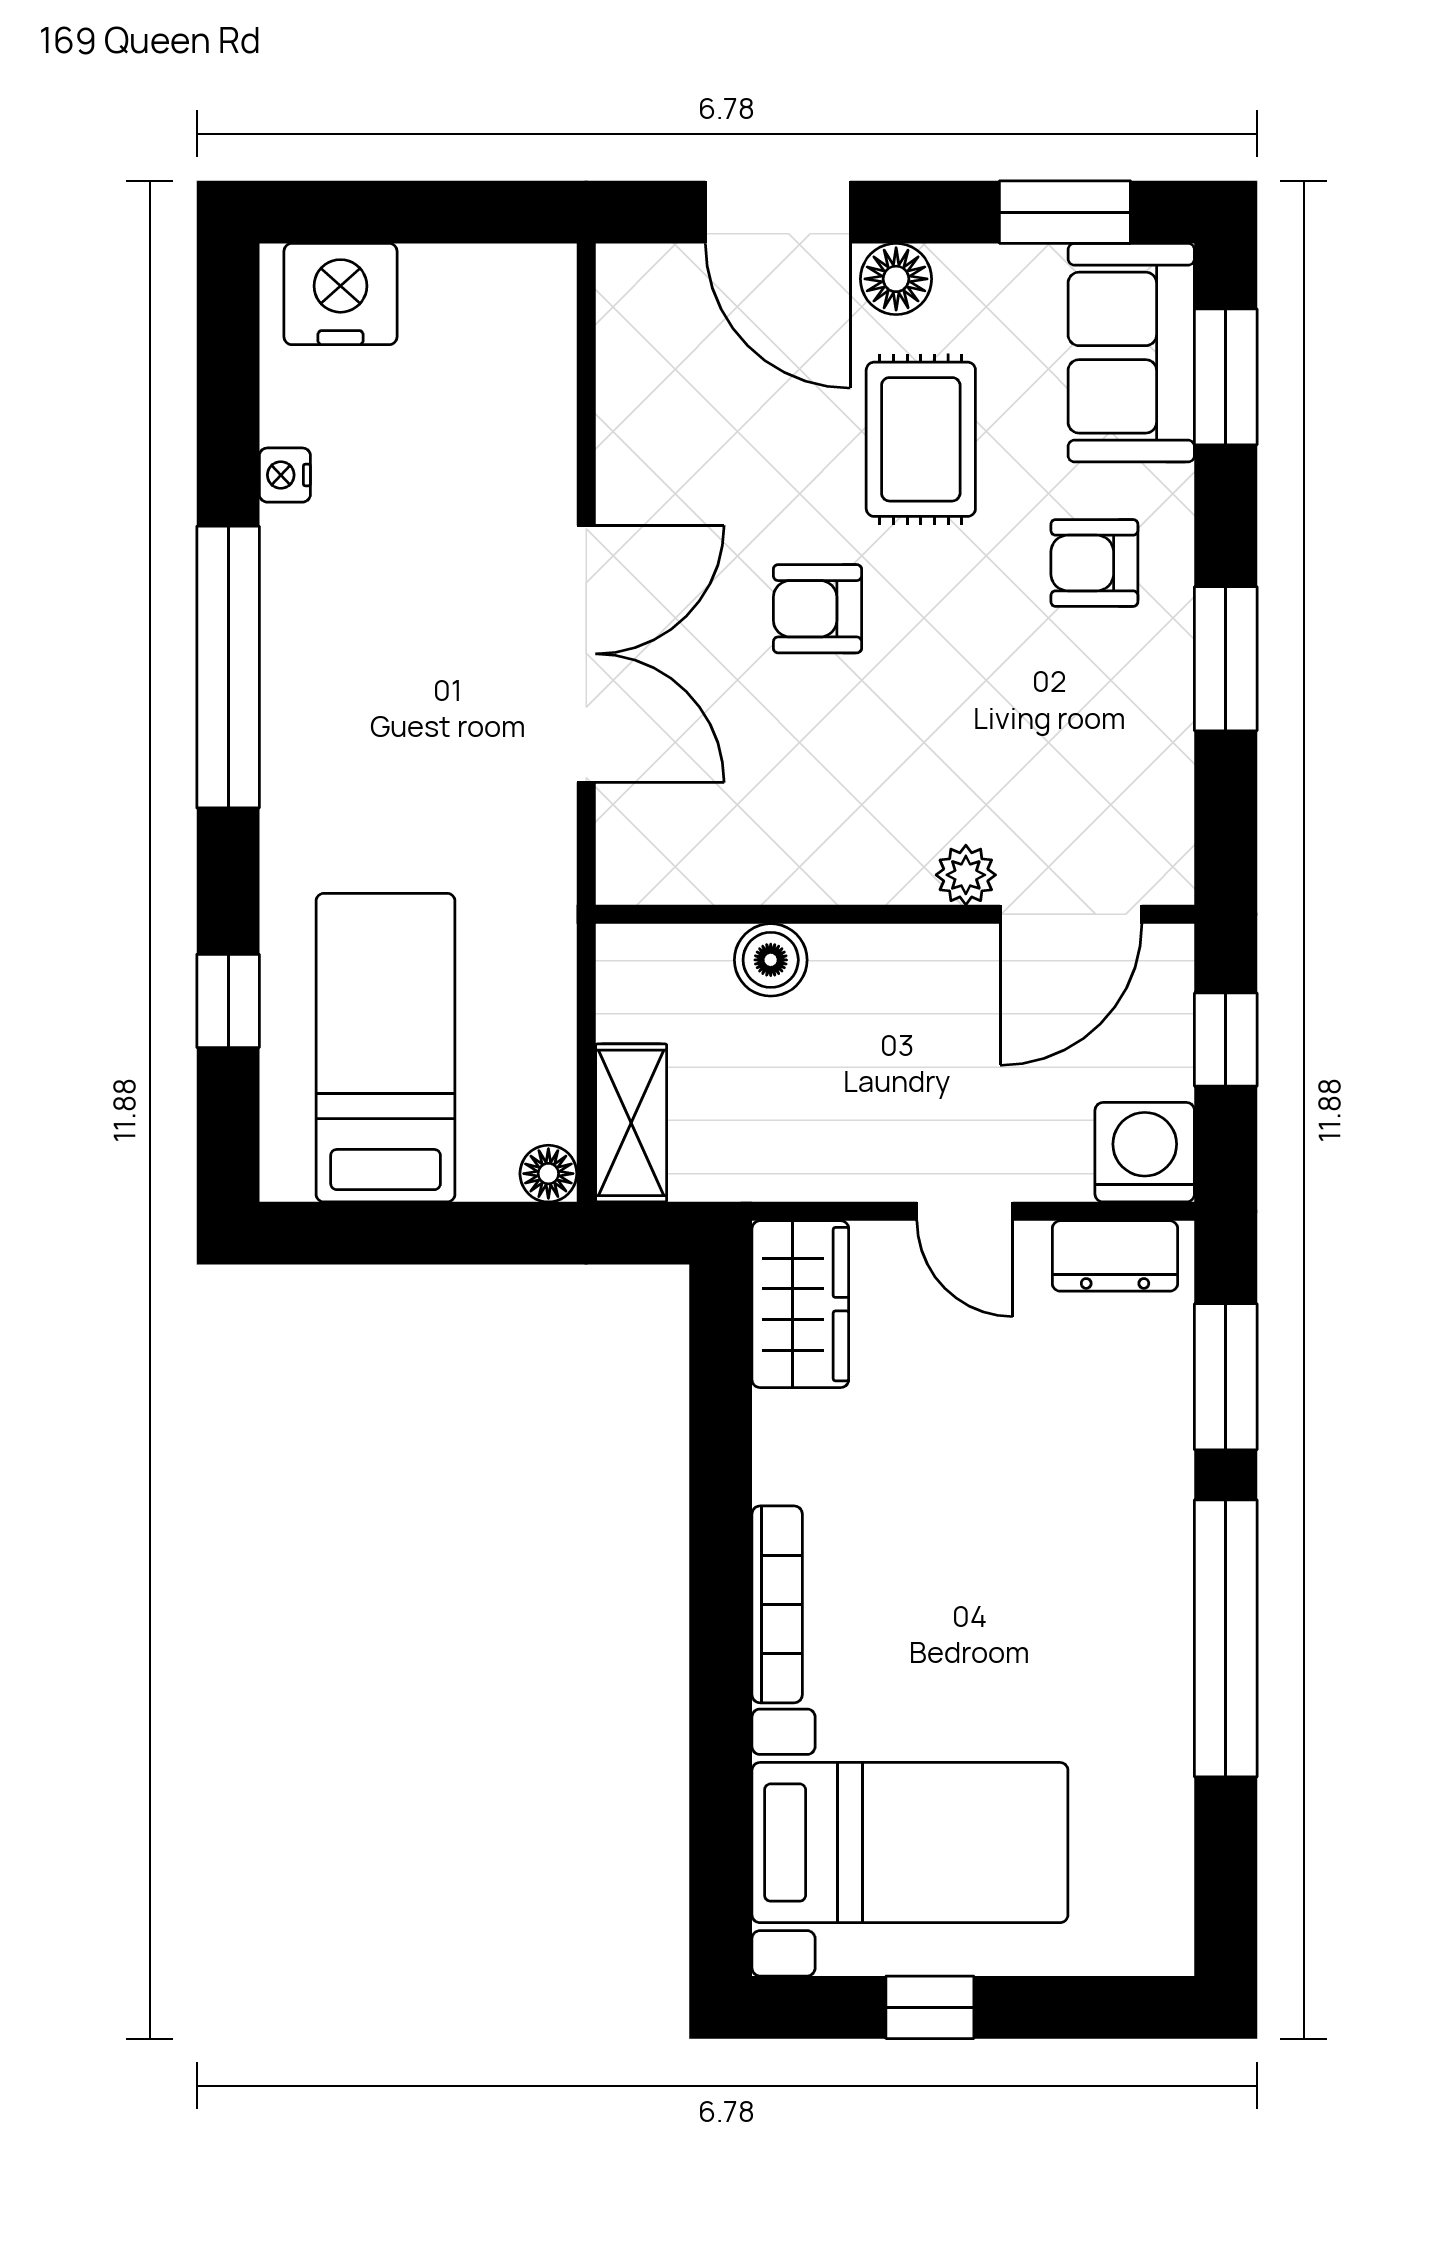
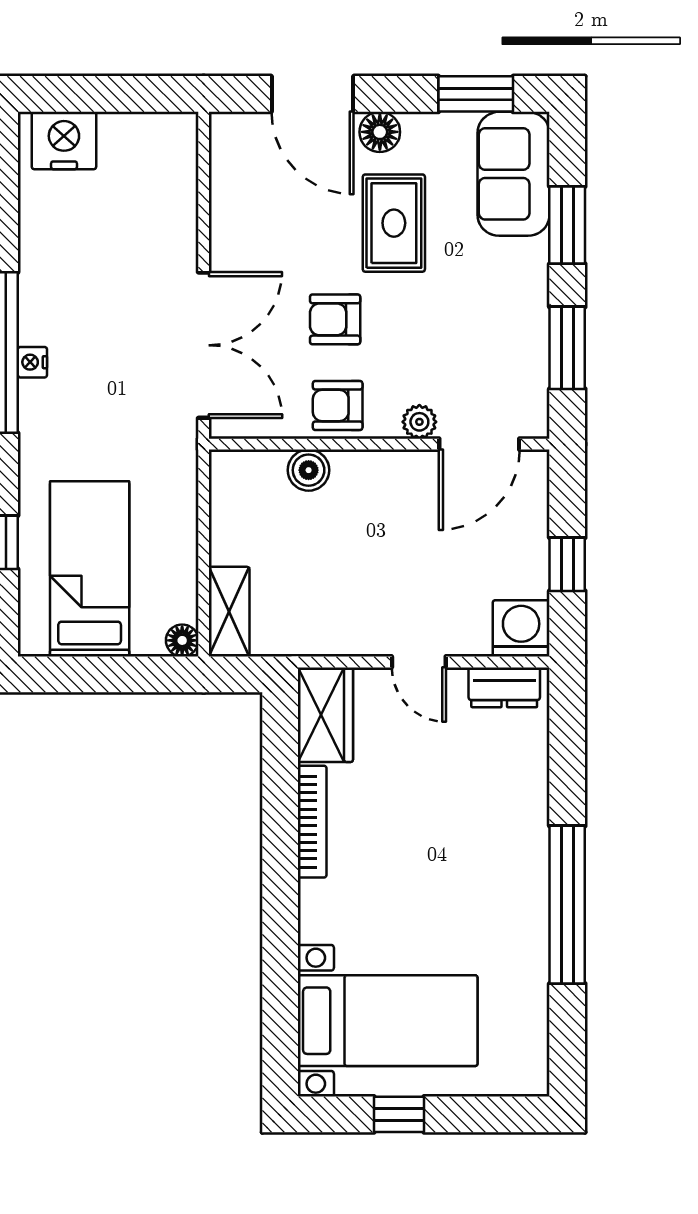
window: (1226, 377) -> (567, 225), moved
nightstand: (285, 475) -> (32, 362), moved
armchair: (1094, 563) -> (338, 406), moved
plant: (966, 875) -> (419, 422), moved
wall: (895, 914) -> (379, 444), moved
door: (1071, 914) -> (479, 444), moved
boiler: (771, 960) -> (309, 470), moved
window: (1226, 1377) -> (567, 756), removed
bookcase: (777, 1604) -> (312, 822), moved

